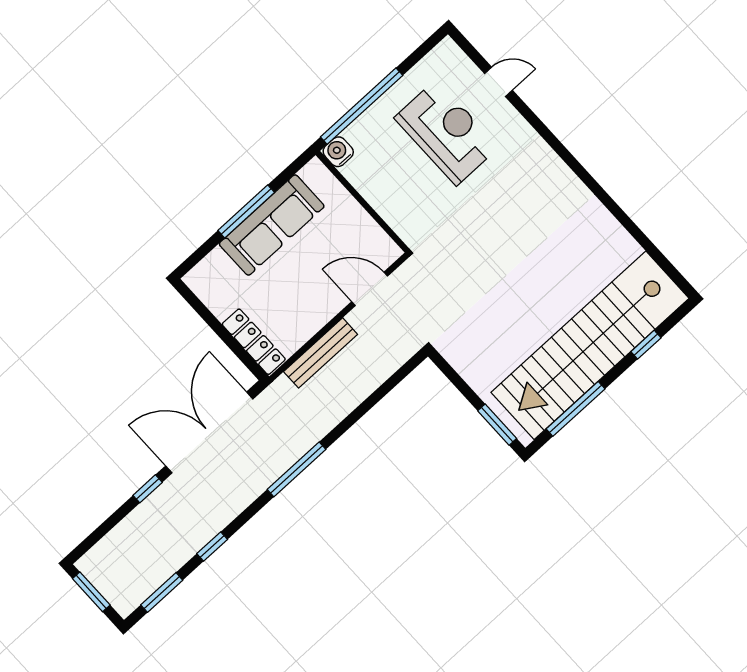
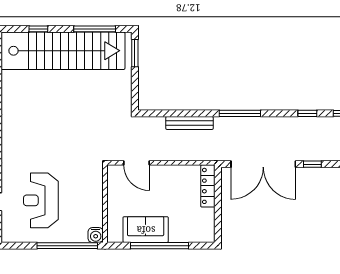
window: (246, 211) -> (159, 246), width x1.46
sofa: (272, 225) -> (146, 230), width x0.73
bench: (321, 353) -> (189, 123), moved

